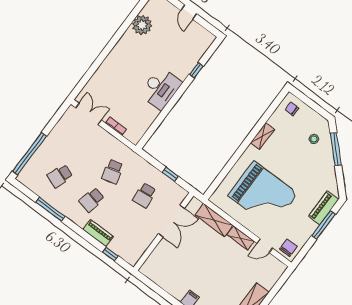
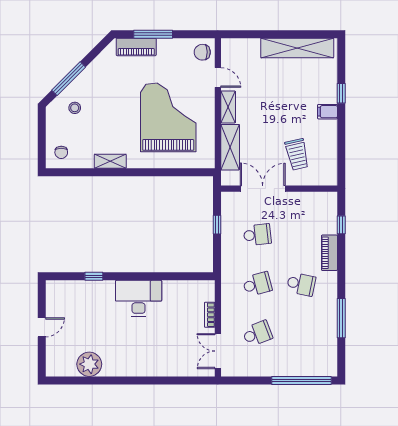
school desk: (60, 176) -> (257, 334), moved, turned -42
trolley: (177, 260) -> (297, 154), added

